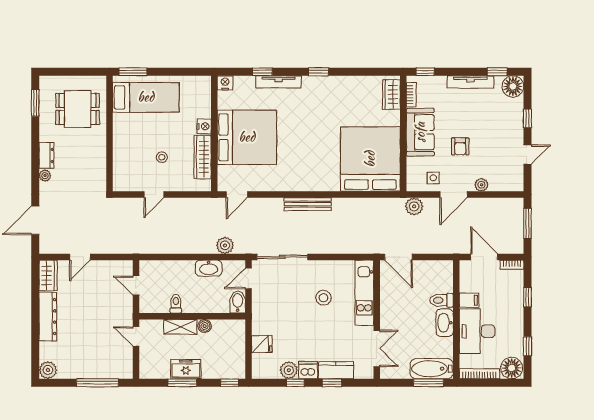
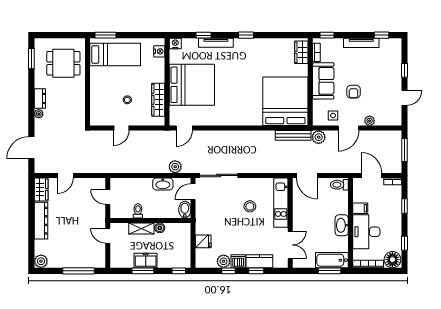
floor lamp: (513, 86) -> (393, 46), removed
nightstand: (204, 126) -> (159, 51), moved
bench: (308, 204) -> (293, 135), moved
toilet: (442, 300) -> (339, 185), moved

